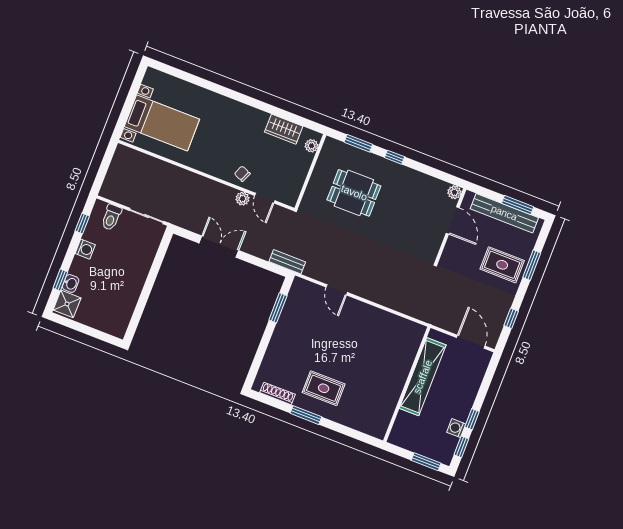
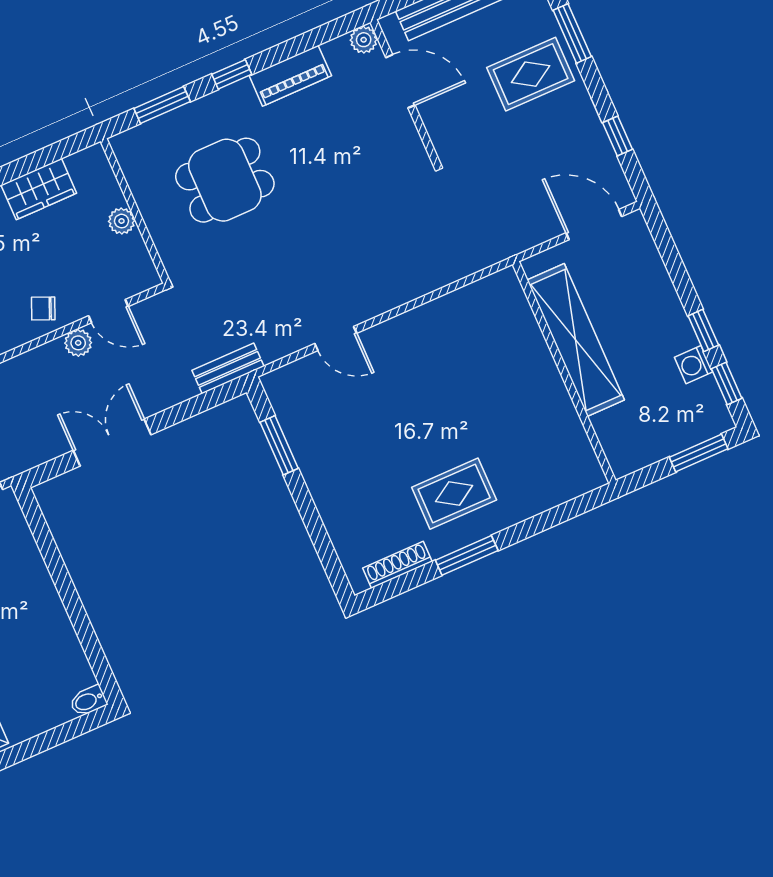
plant: (312, 146) -> (122, 221), moved
piano: (415, 179) -> (290, 76), added
bidet: (117, 331) -> (88, 701), added

